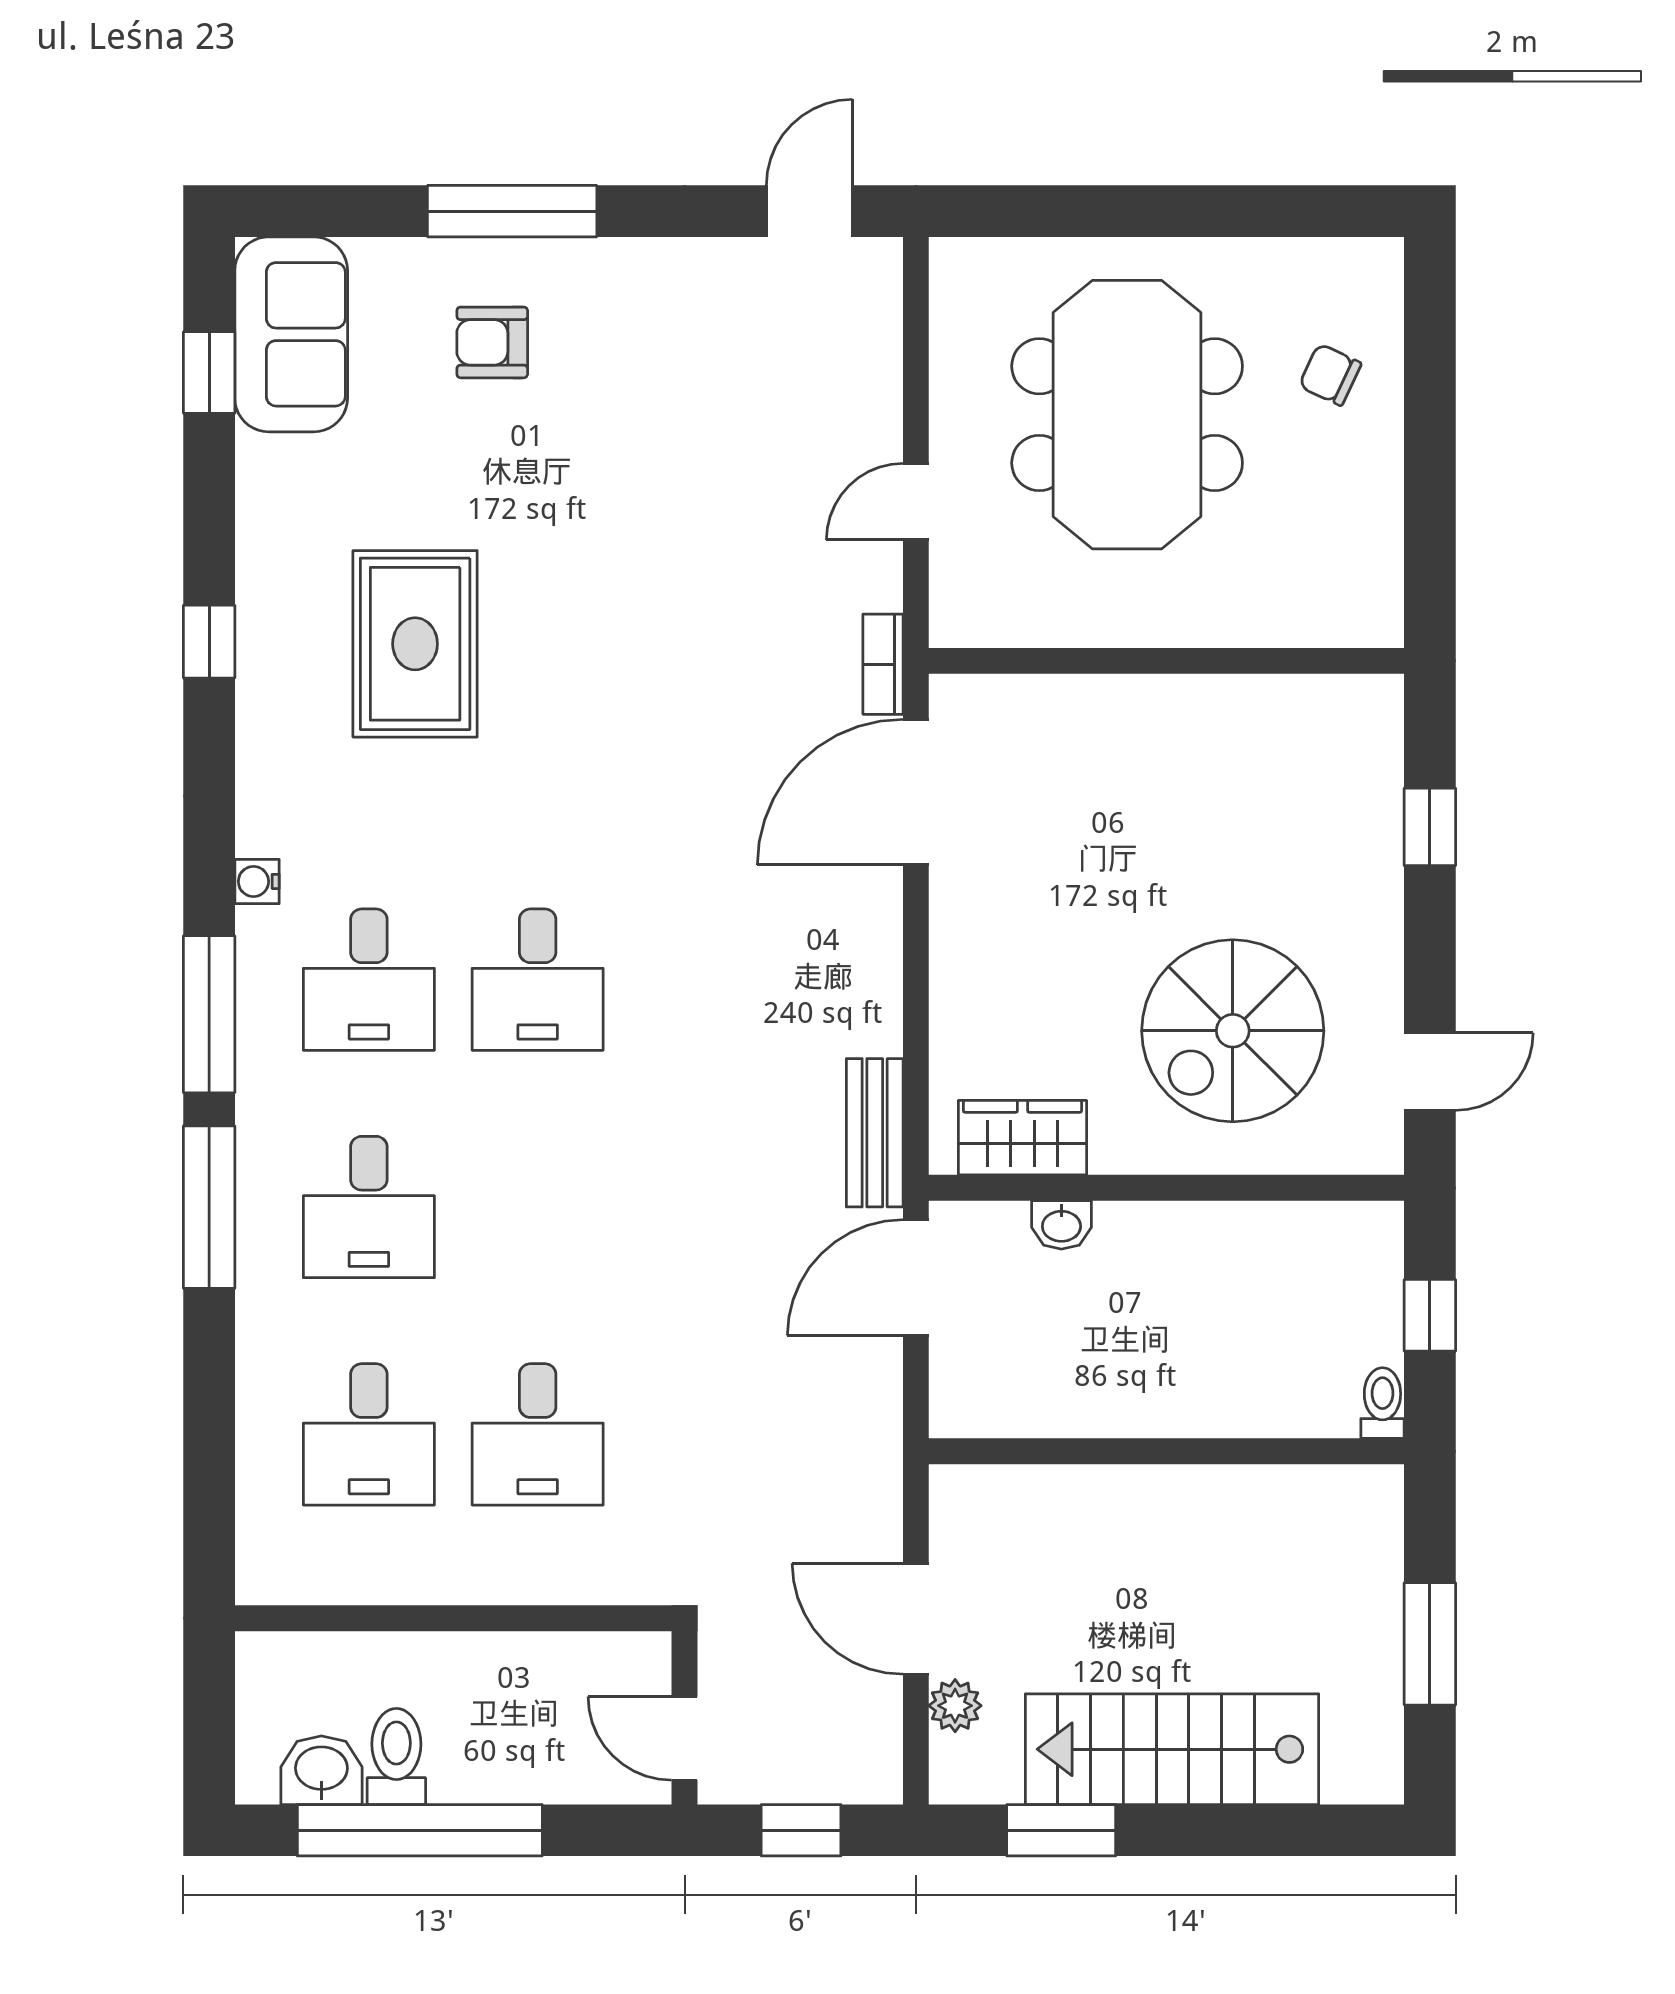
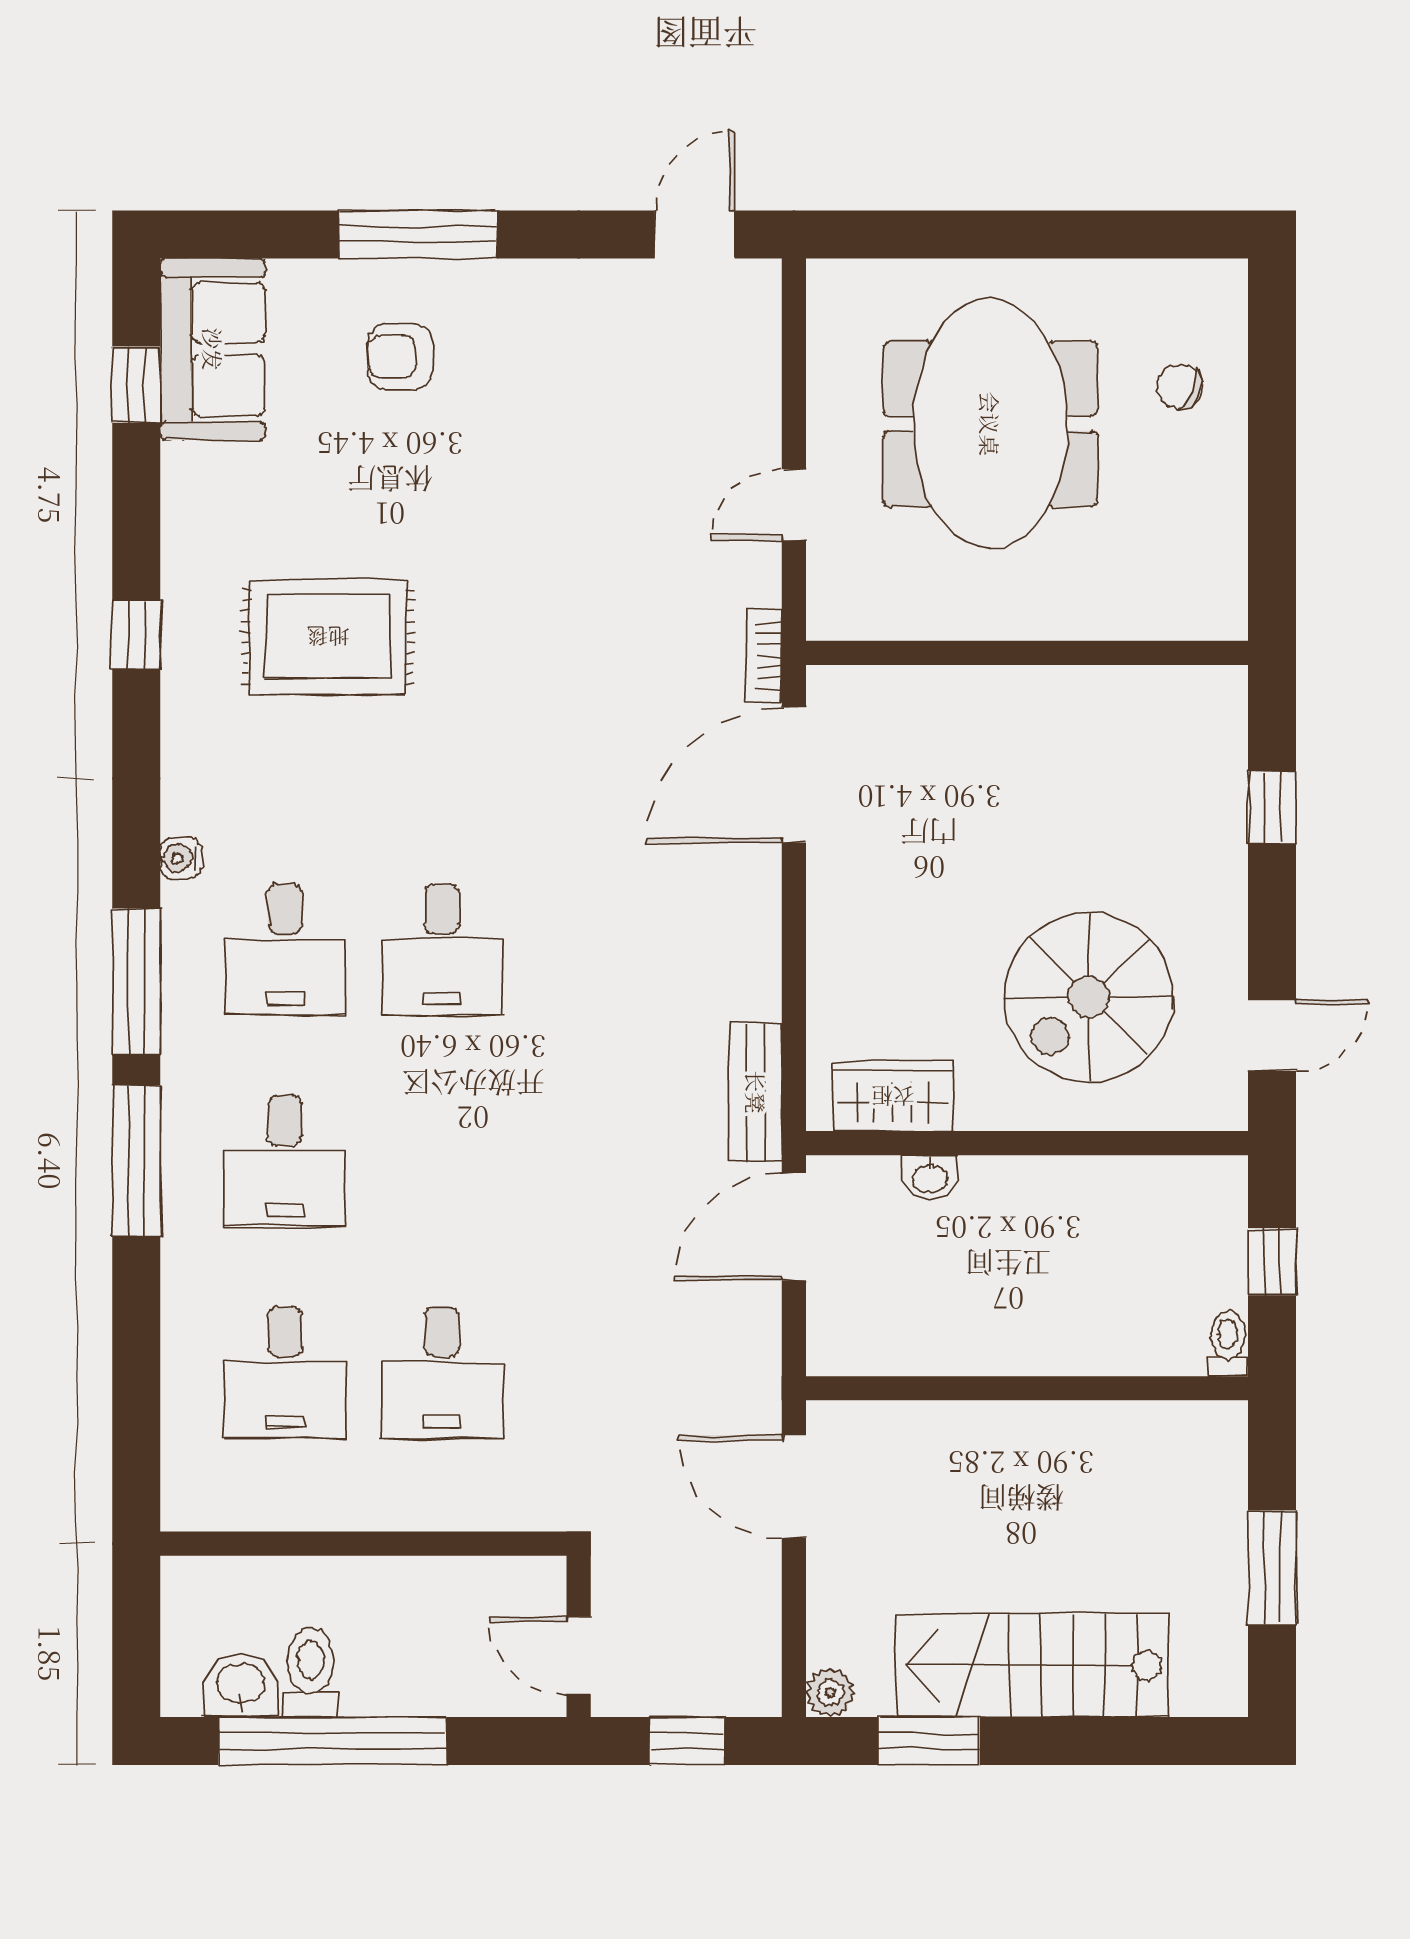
rug: (415, 644) -> (328, 637), turned 90
door: (916, 1619) -> (794, 1487), moved
plant: (955, 1706) -> (830, 1693), moved

